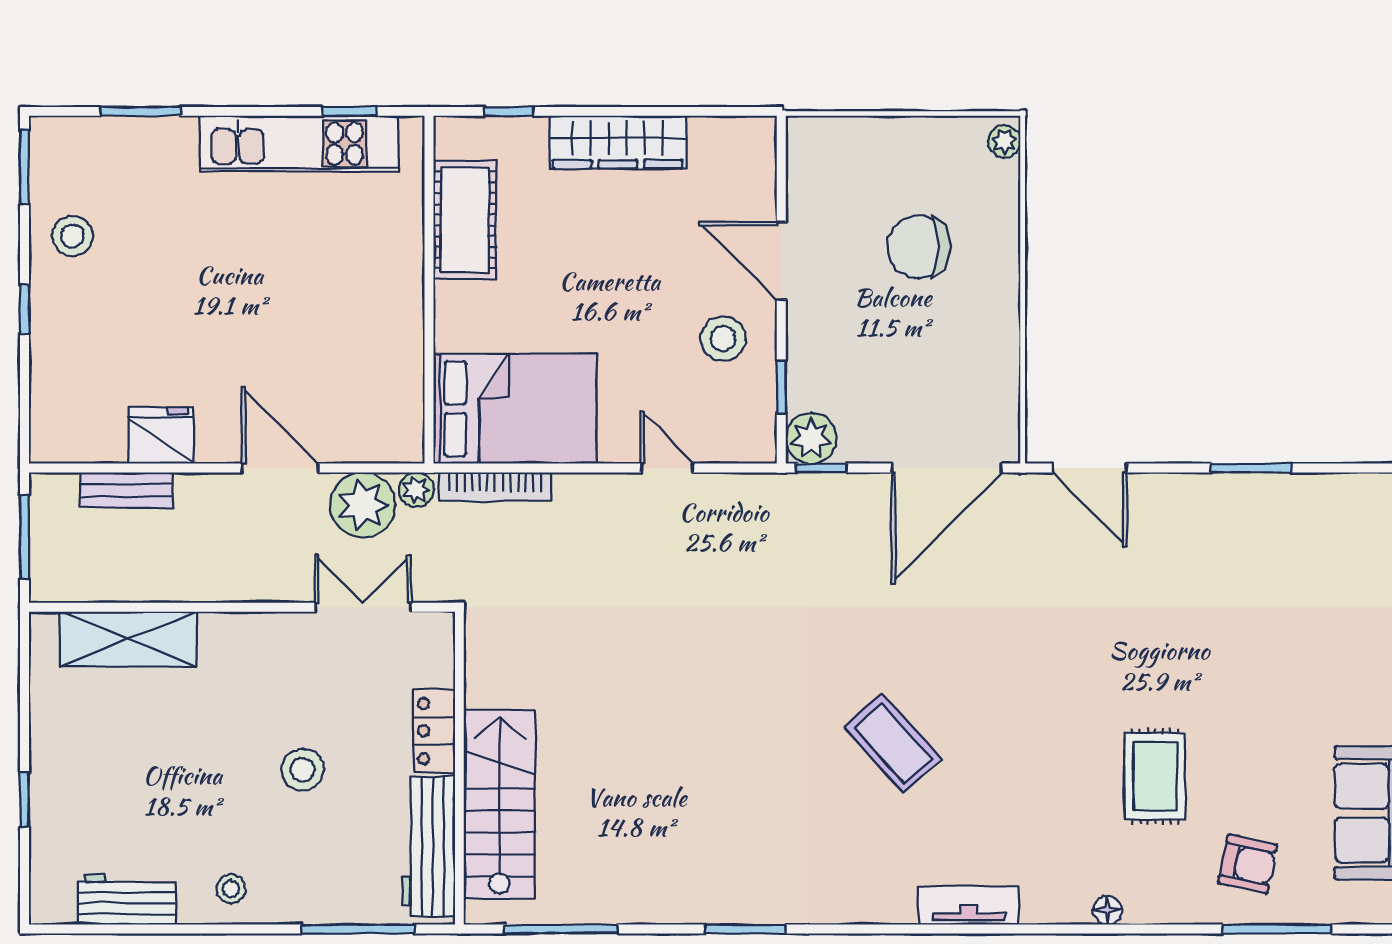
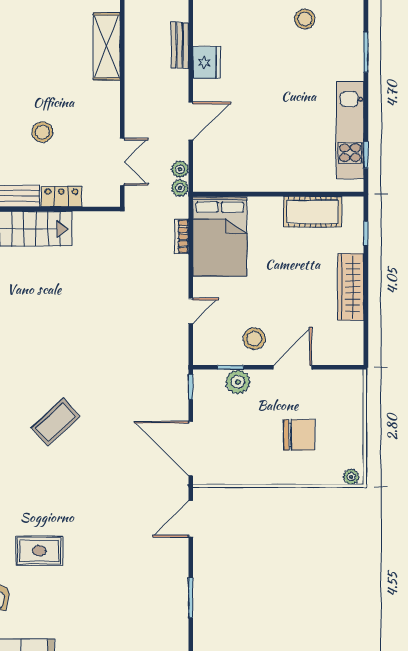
chair: (919, 247) -> (299, 435), turned 90
plant: (811, 438) -> (238, 382), moved
bookcase: (495, 487) -> (181, 237), width x0.64
plant: (363, 505) -> (180, 169), width x0.53, depth x0.53

